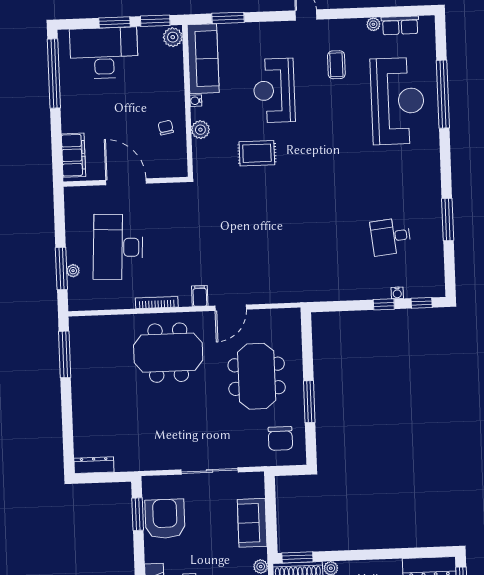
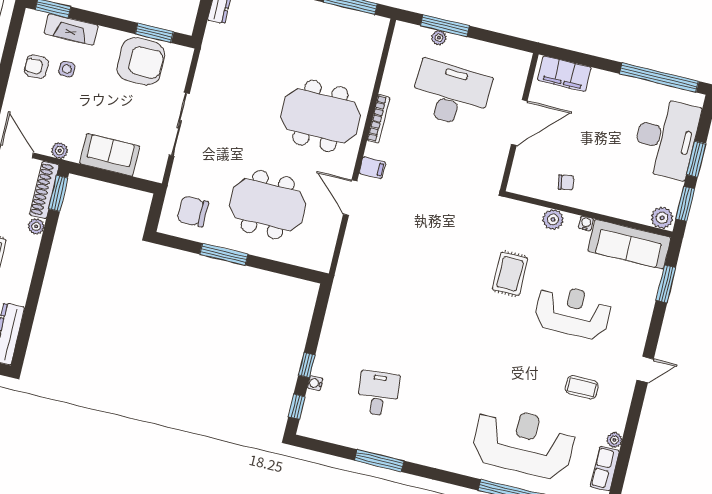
reception desk: (398, 101) -> (524, 443), turned 180
meeting table: (168, 353) -> (321, 116), turned 90

